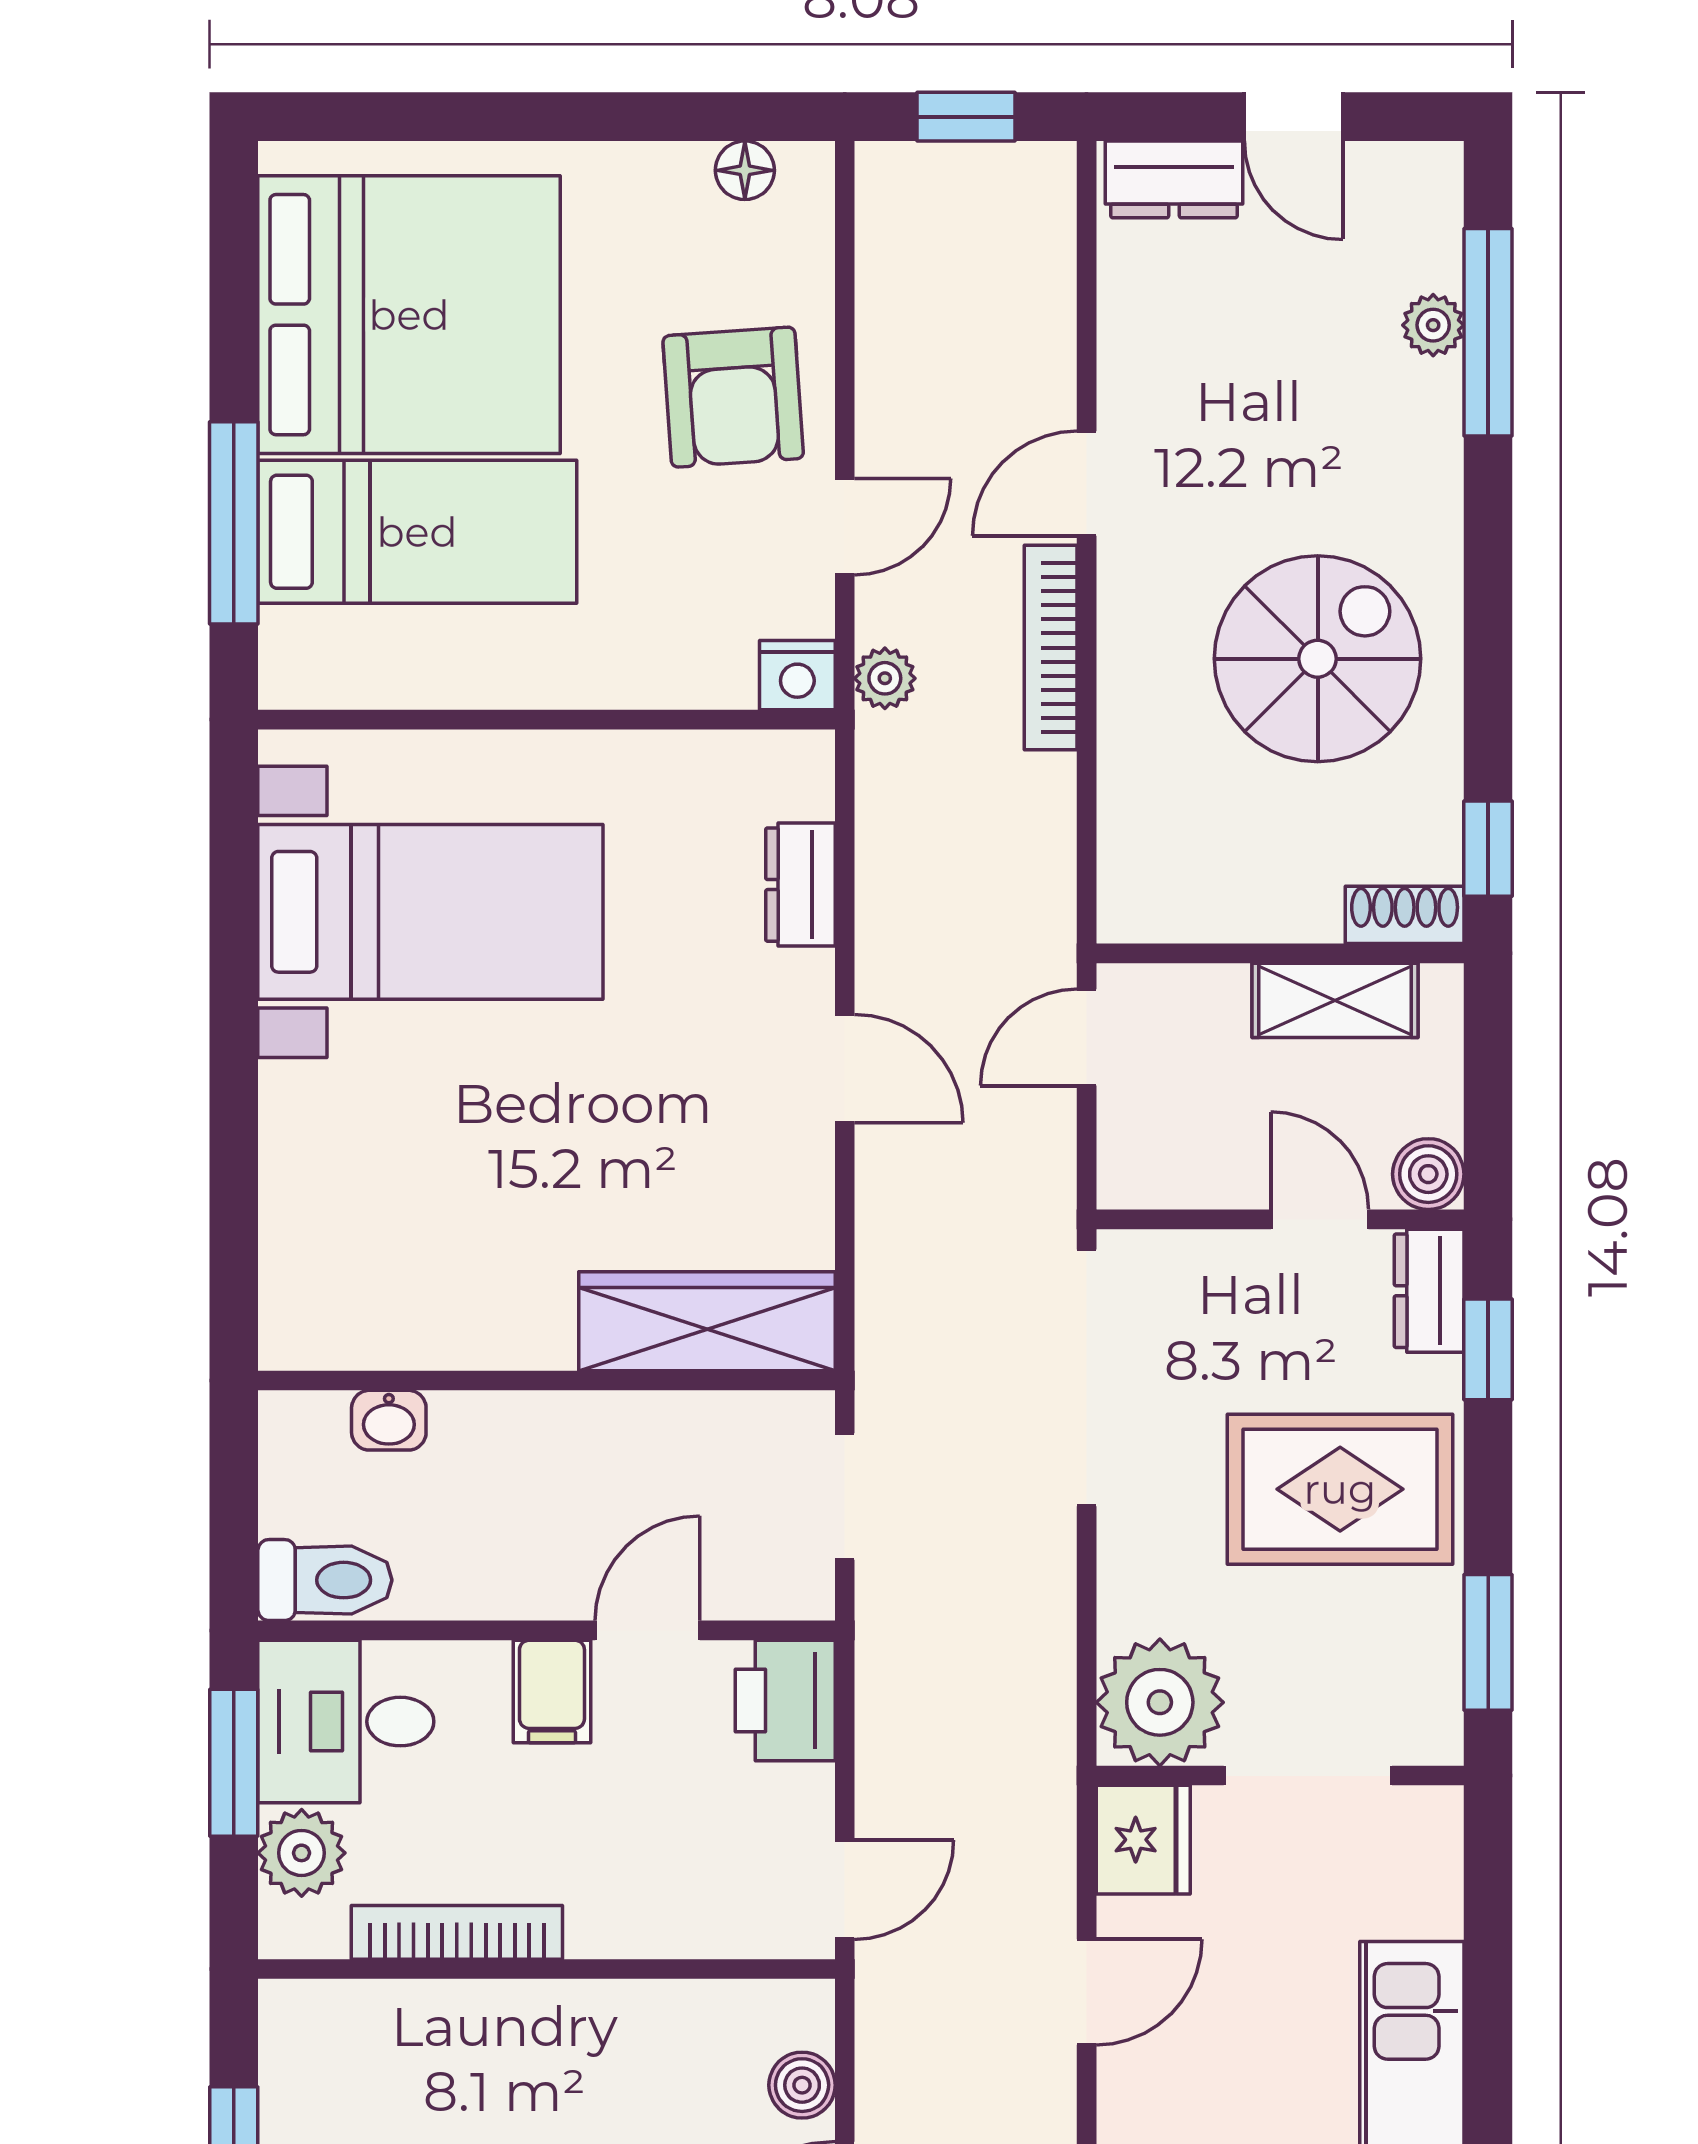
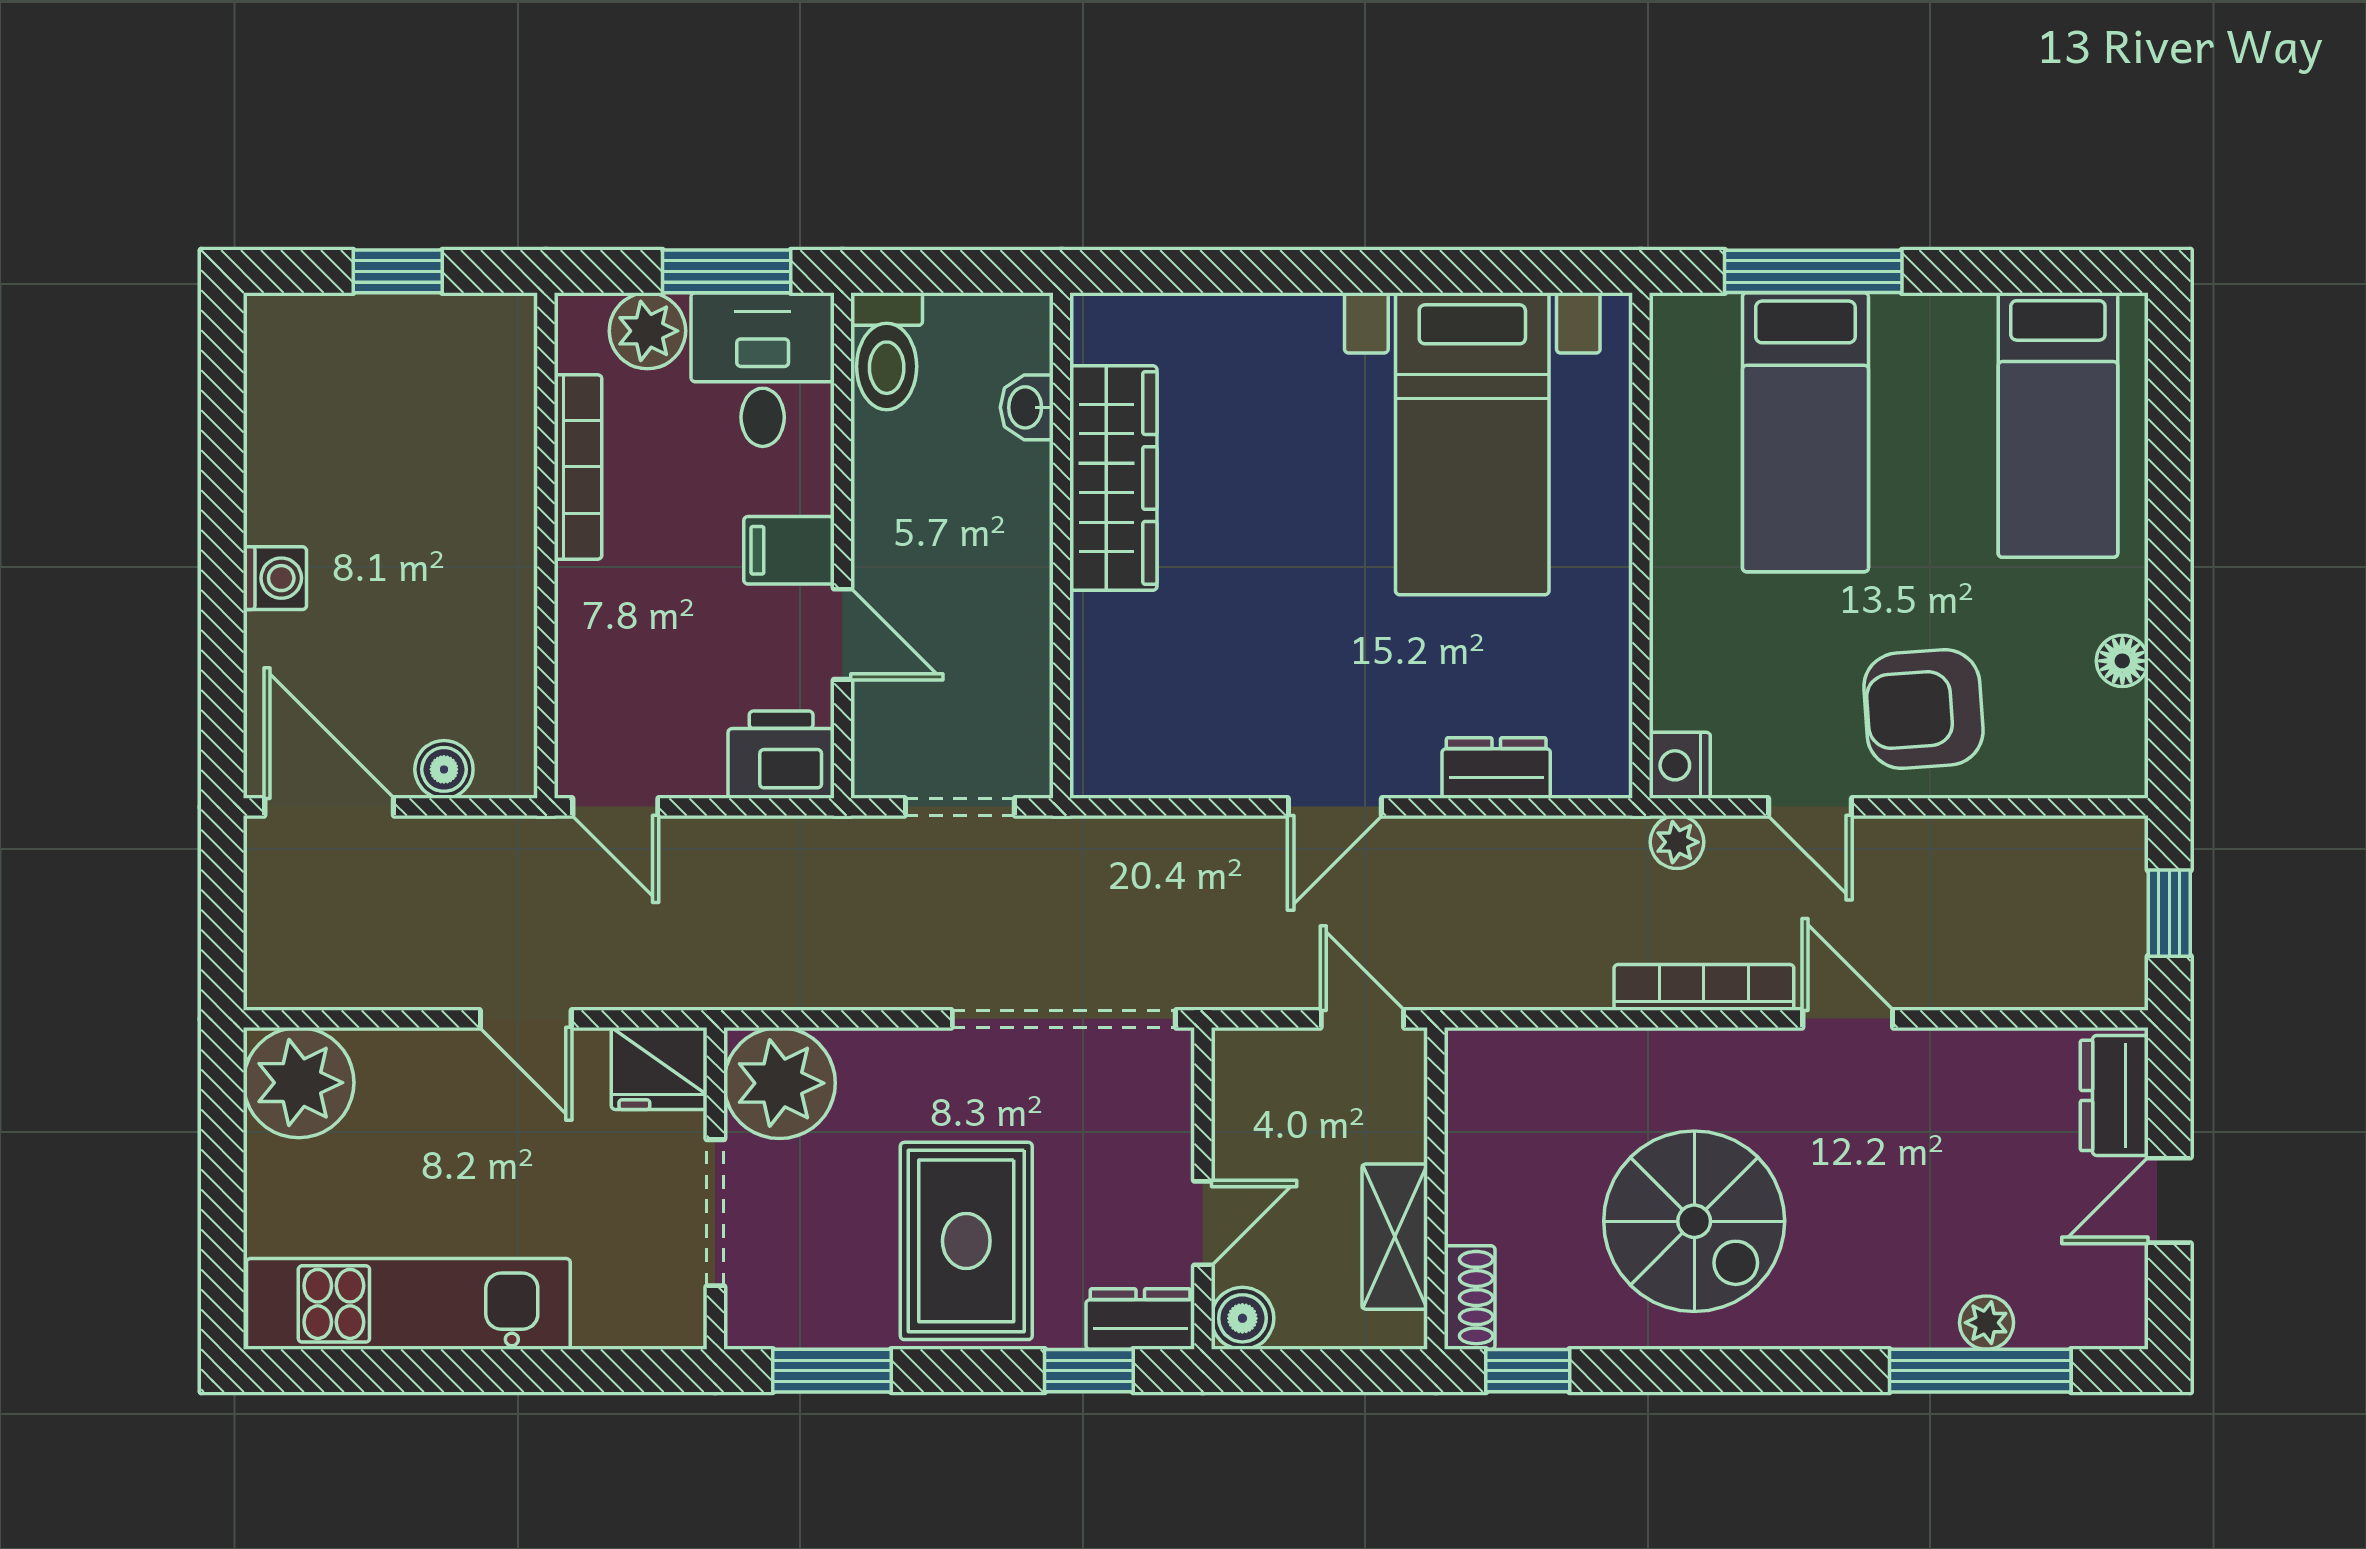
floor lamp: (745, 170) -> (2122, 661), moved
bed: (409, 315) -> (2058, 425), width x0.49
wardrobe: (707, 1321) -> (1113, 478), moved

